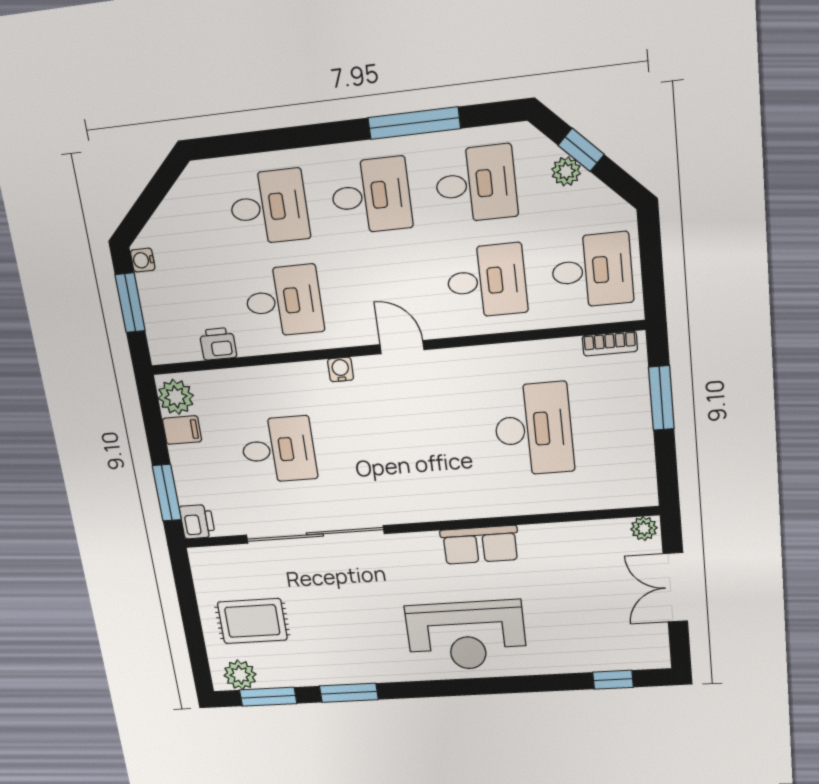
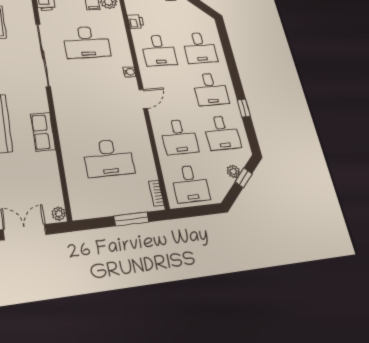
window: (414, 123) -> (244, 108), width x0.46
desk: (278, 450) -> (87, 42), width x1.37

